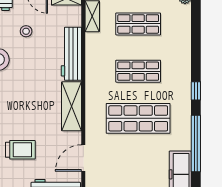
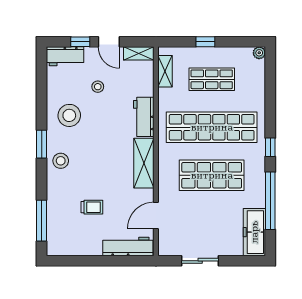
workbench: (71, 54) -> (144, 117), width x0.73
shop shelf: (138, 71) -> (212, 127), width x2.00, depth x1.36
trolley: (20, 150) -> (92, 207), width x0.73, depth x0.72

